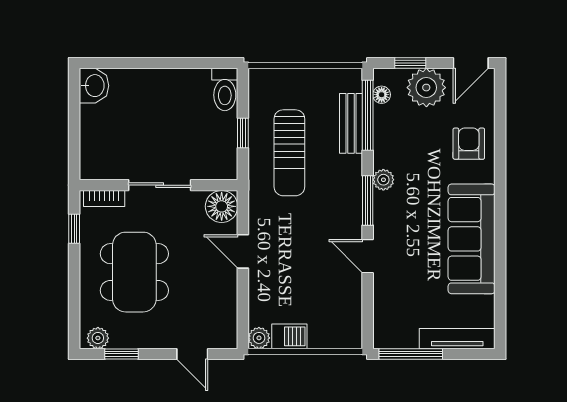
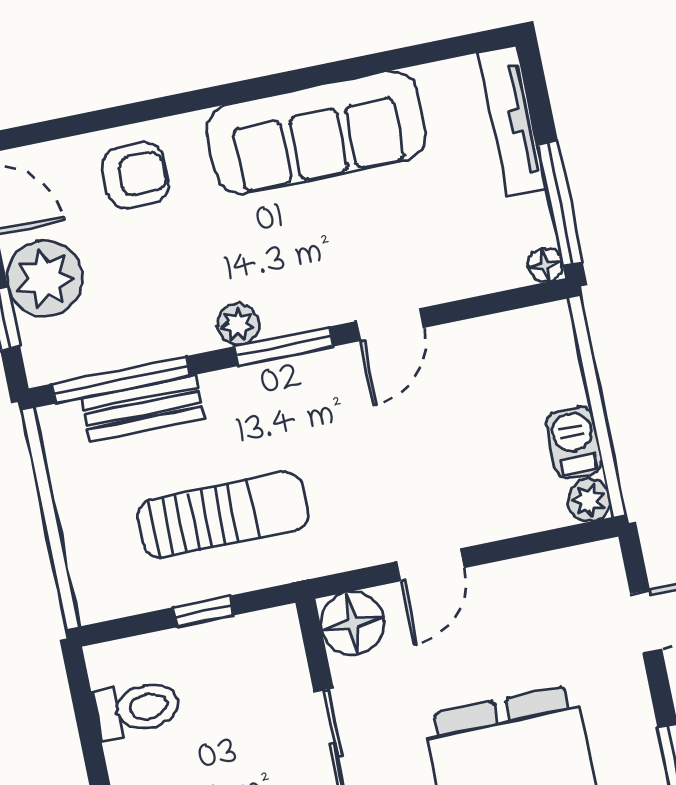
toilet: (225, 89) -> (137, 709), moved
floor lamp: (382, 95) -> (545, 265), moved
armchair: (469, 144) -> (135, 175), turned 180

